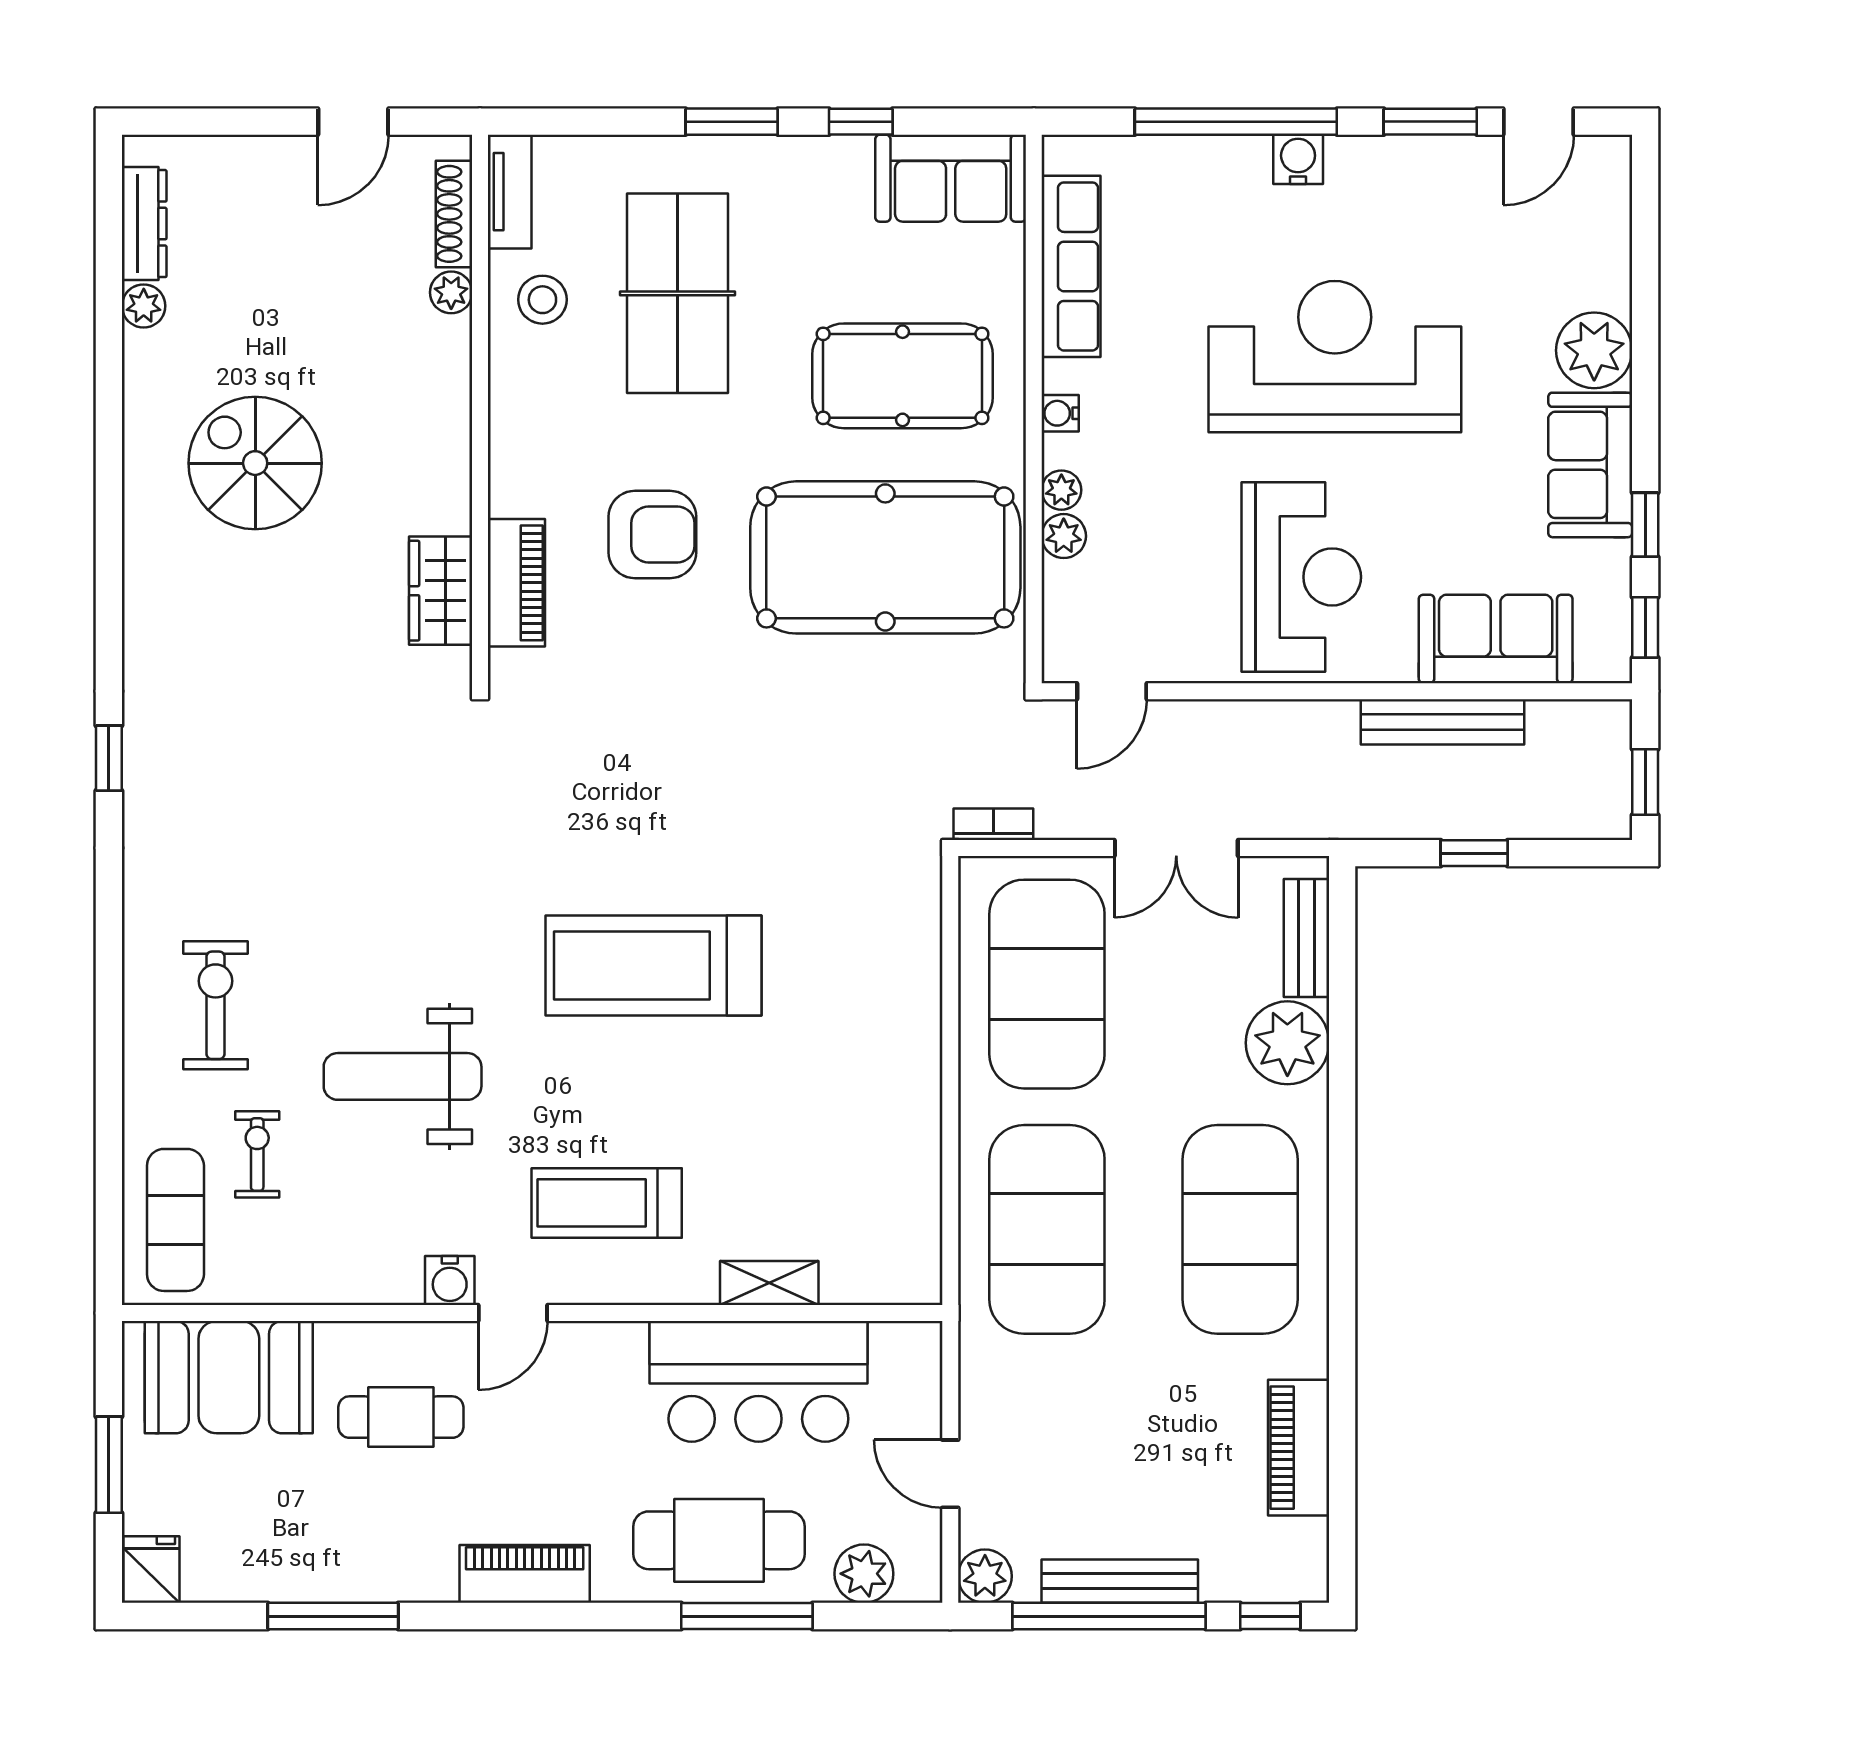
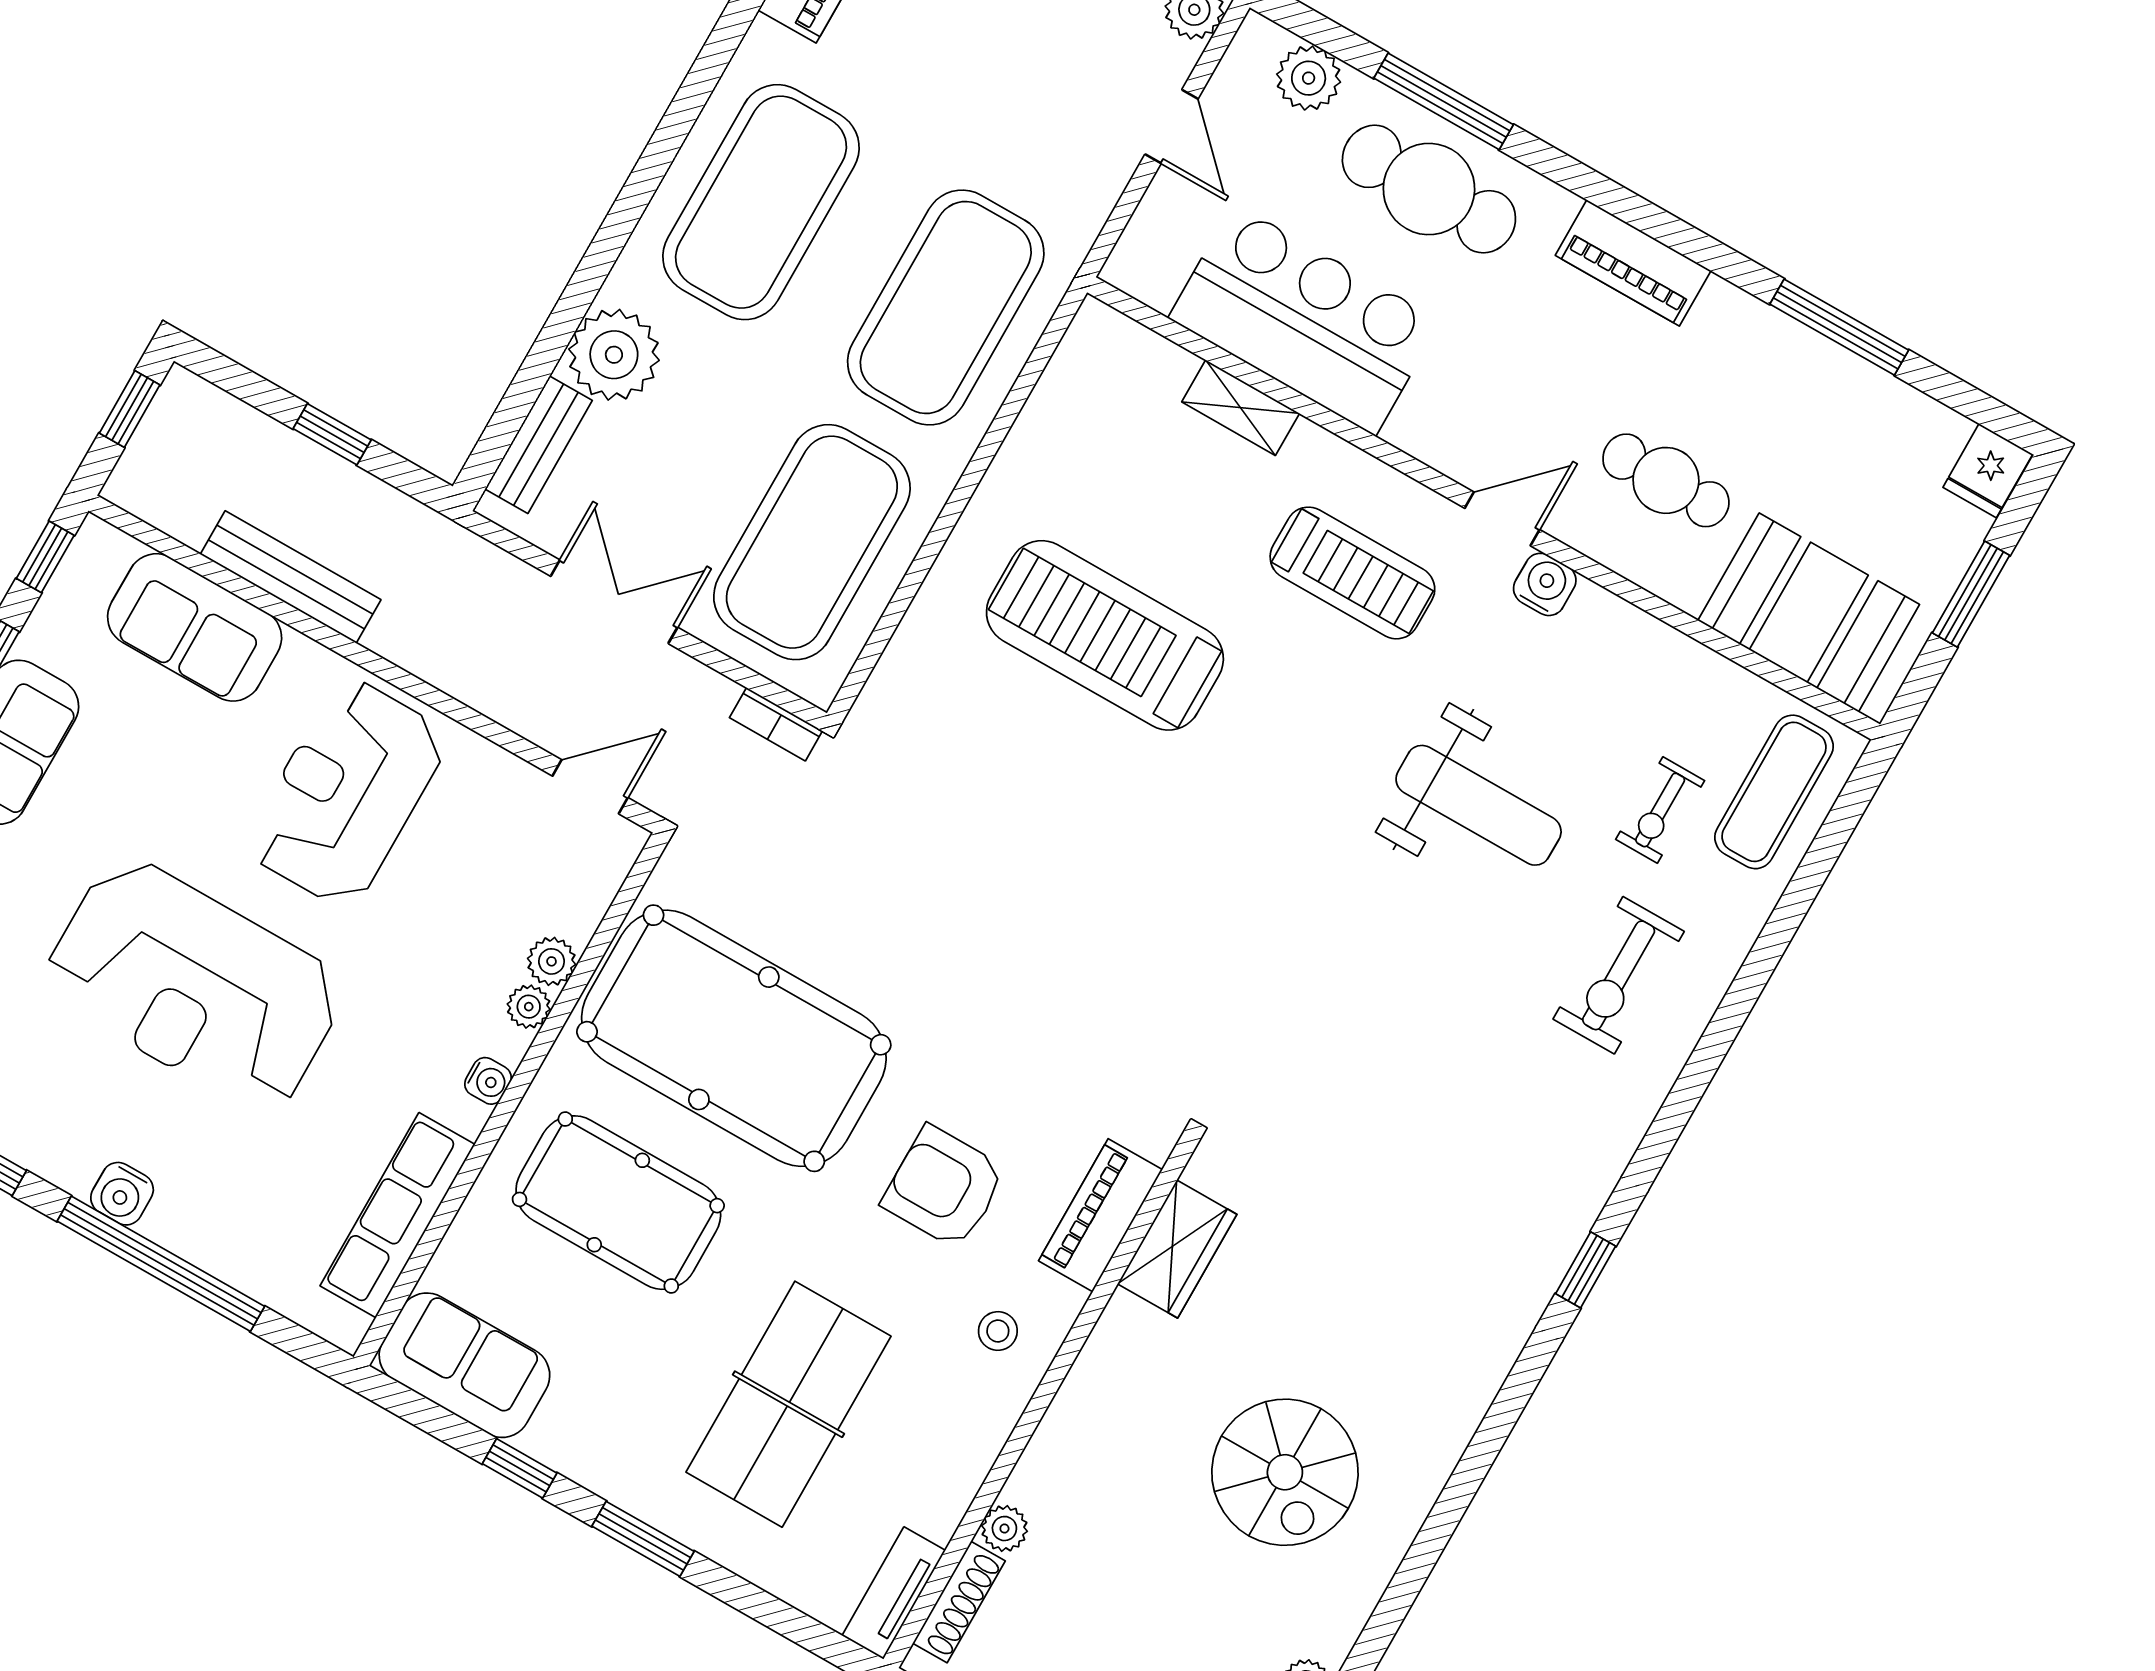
stool: (542, 300) -> (998, 1331), moved, width x0.73, depth x0.73
treadmill: (653, 965) -> (1105, 635), moved, turned 180

